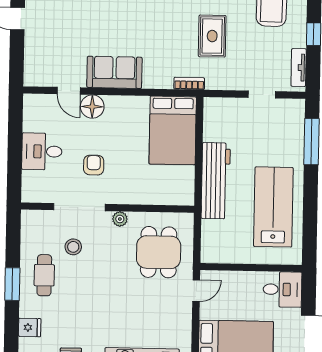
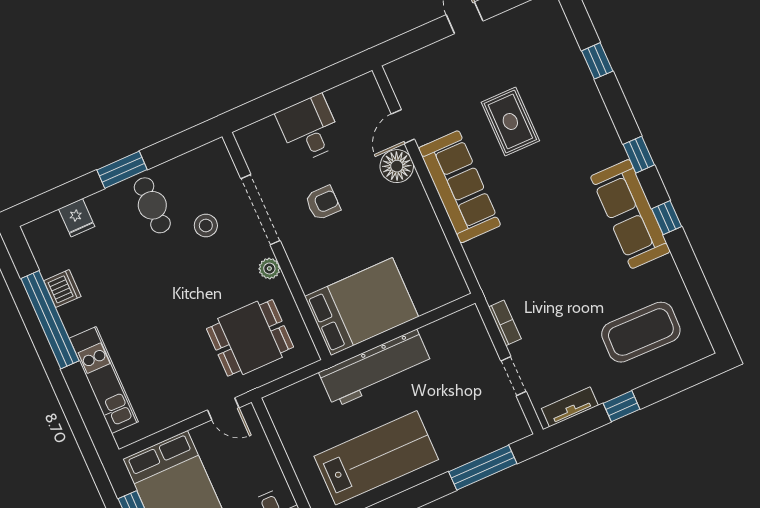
rug: (212, 36) -> (510, 121), moved, turned 90
sofa: (114, 72) -> (459, 187), width x1.36
bookcase: (189, 83) -> (505, 323), moved
bed: (173, 130) -> (362, 307), moved, turned 180
cafe table: (44, 275) -> (152, 205), turned 90

